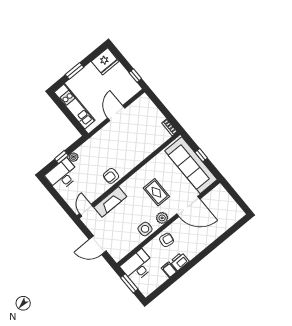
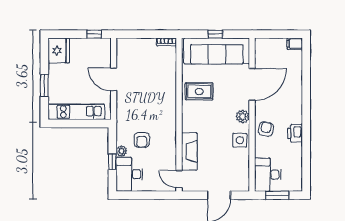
armchair: (111, 176) -> (142, 140), moved
rug: (156, 192) -> (199, 91), moved
filing cabinet: (169, 270) -> (295, 44), moved

